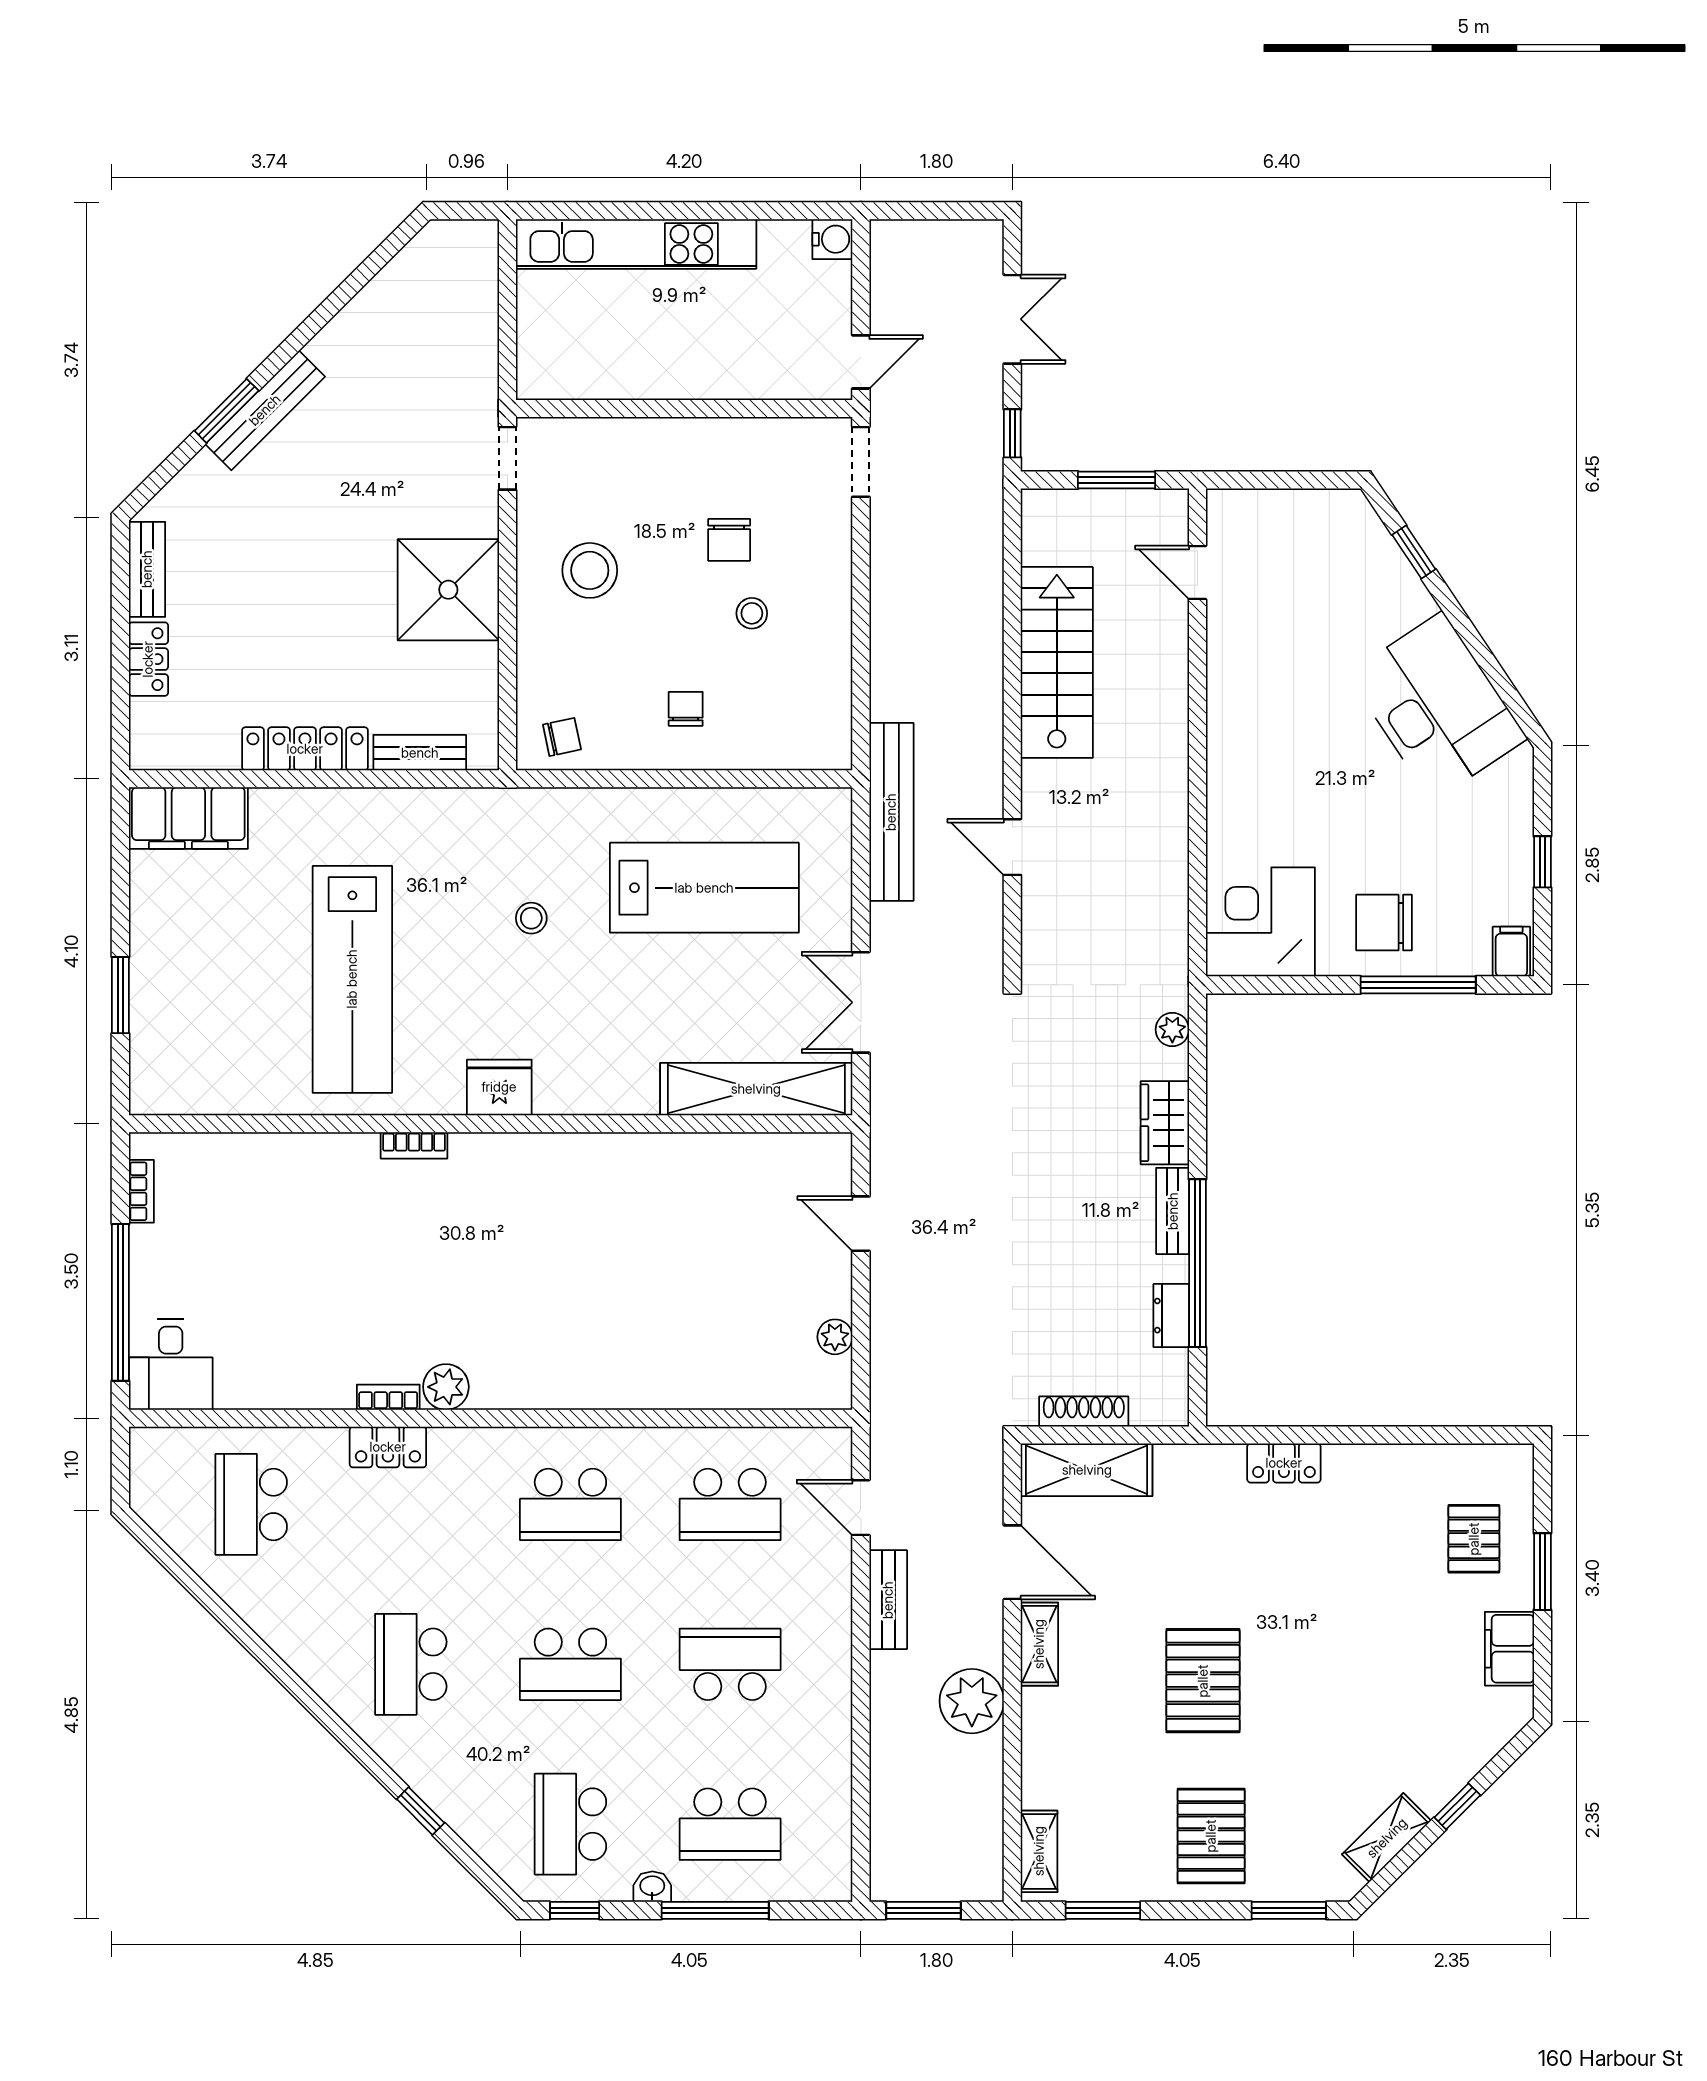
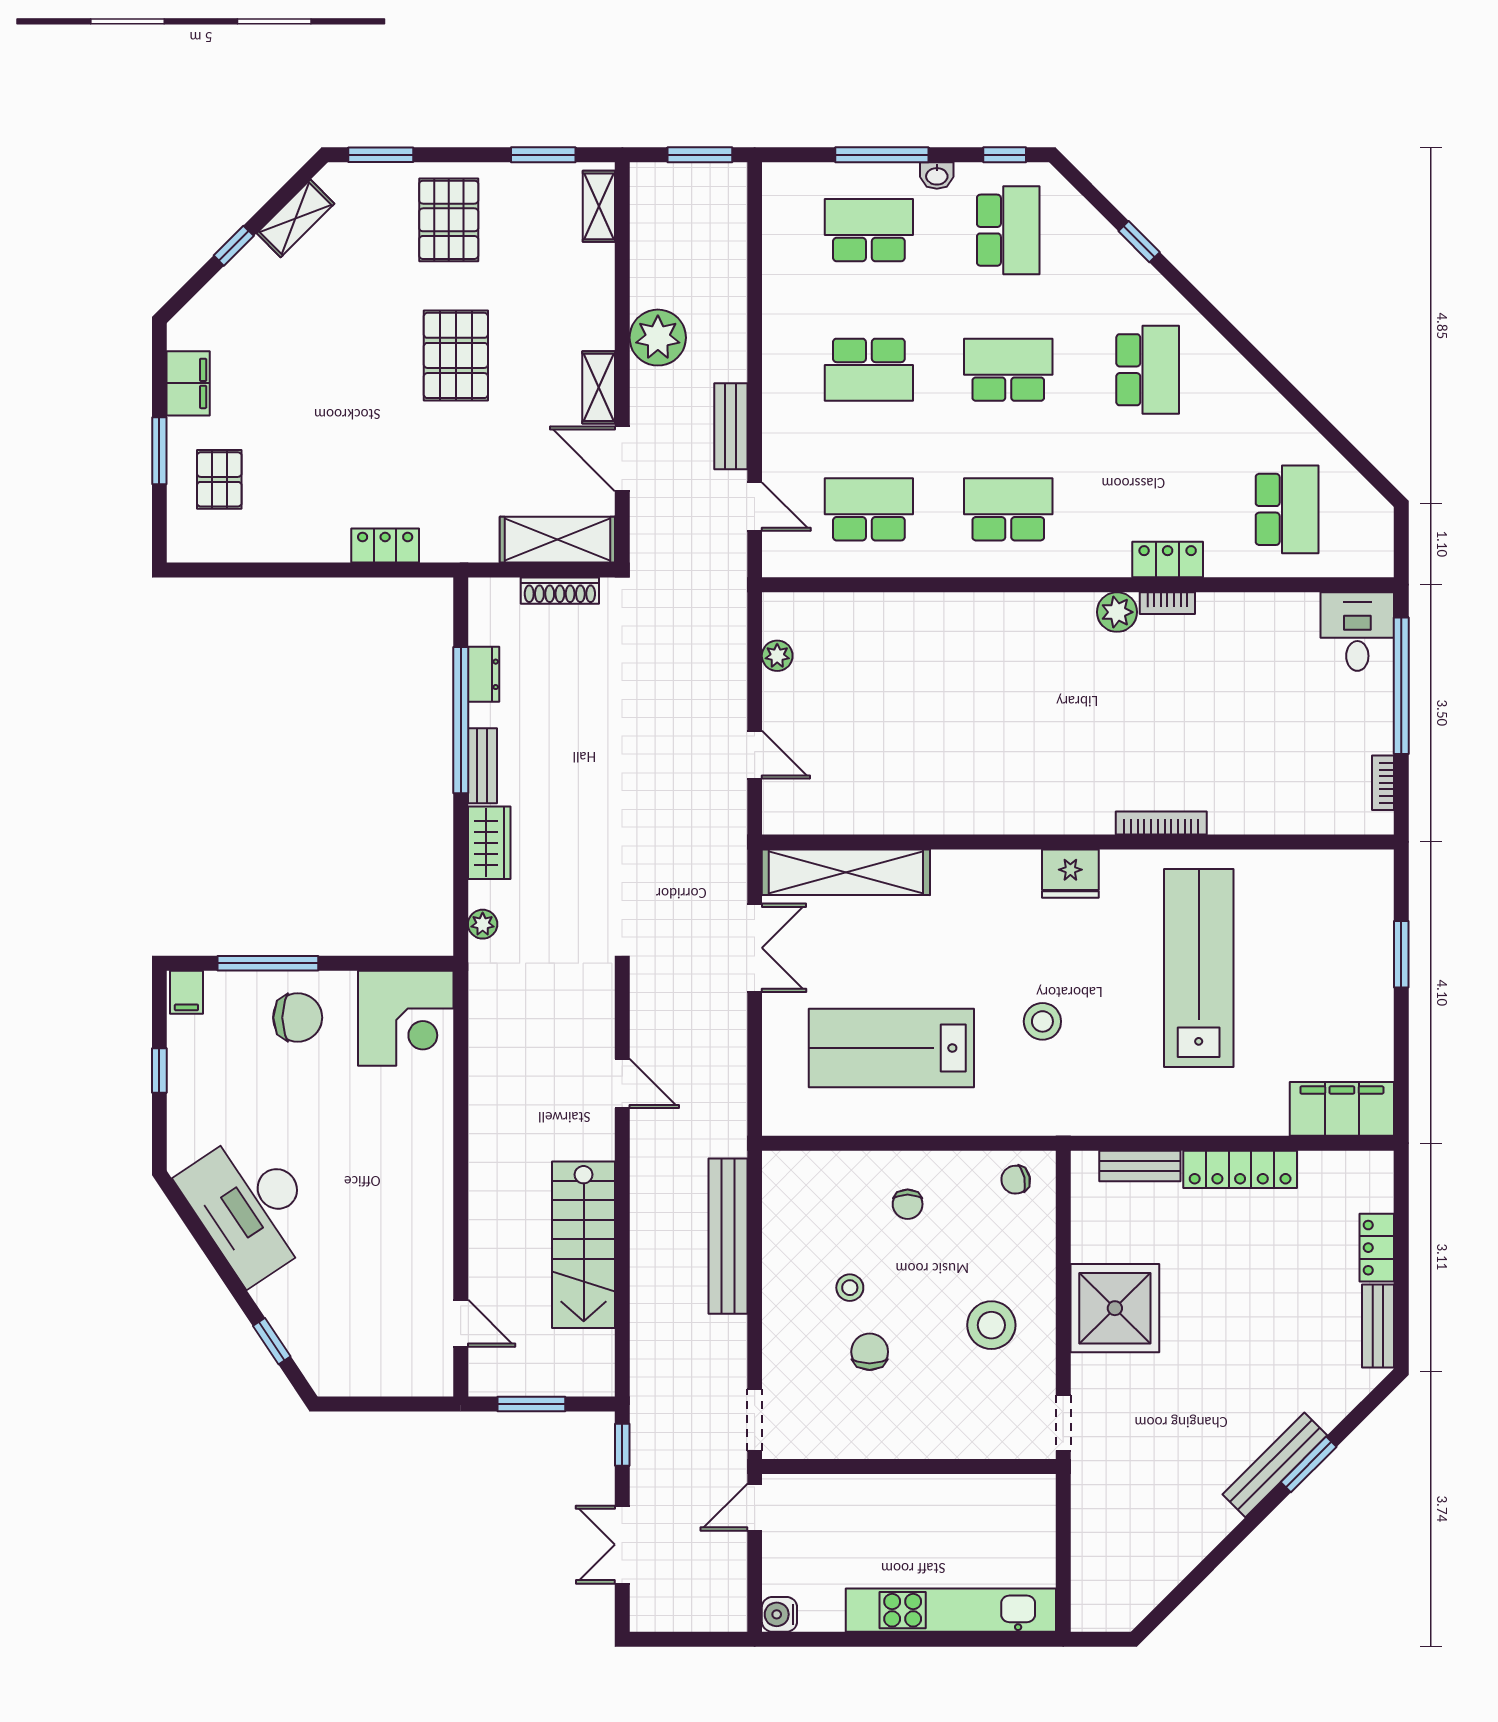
bench: (891, 812) -> (728, 1236), moved
stool: (531, 918) -> (1042, 1021), width x1.37, depth x1.37
bookcase: (414, 1145) -> (1161, 823), width x1.56

